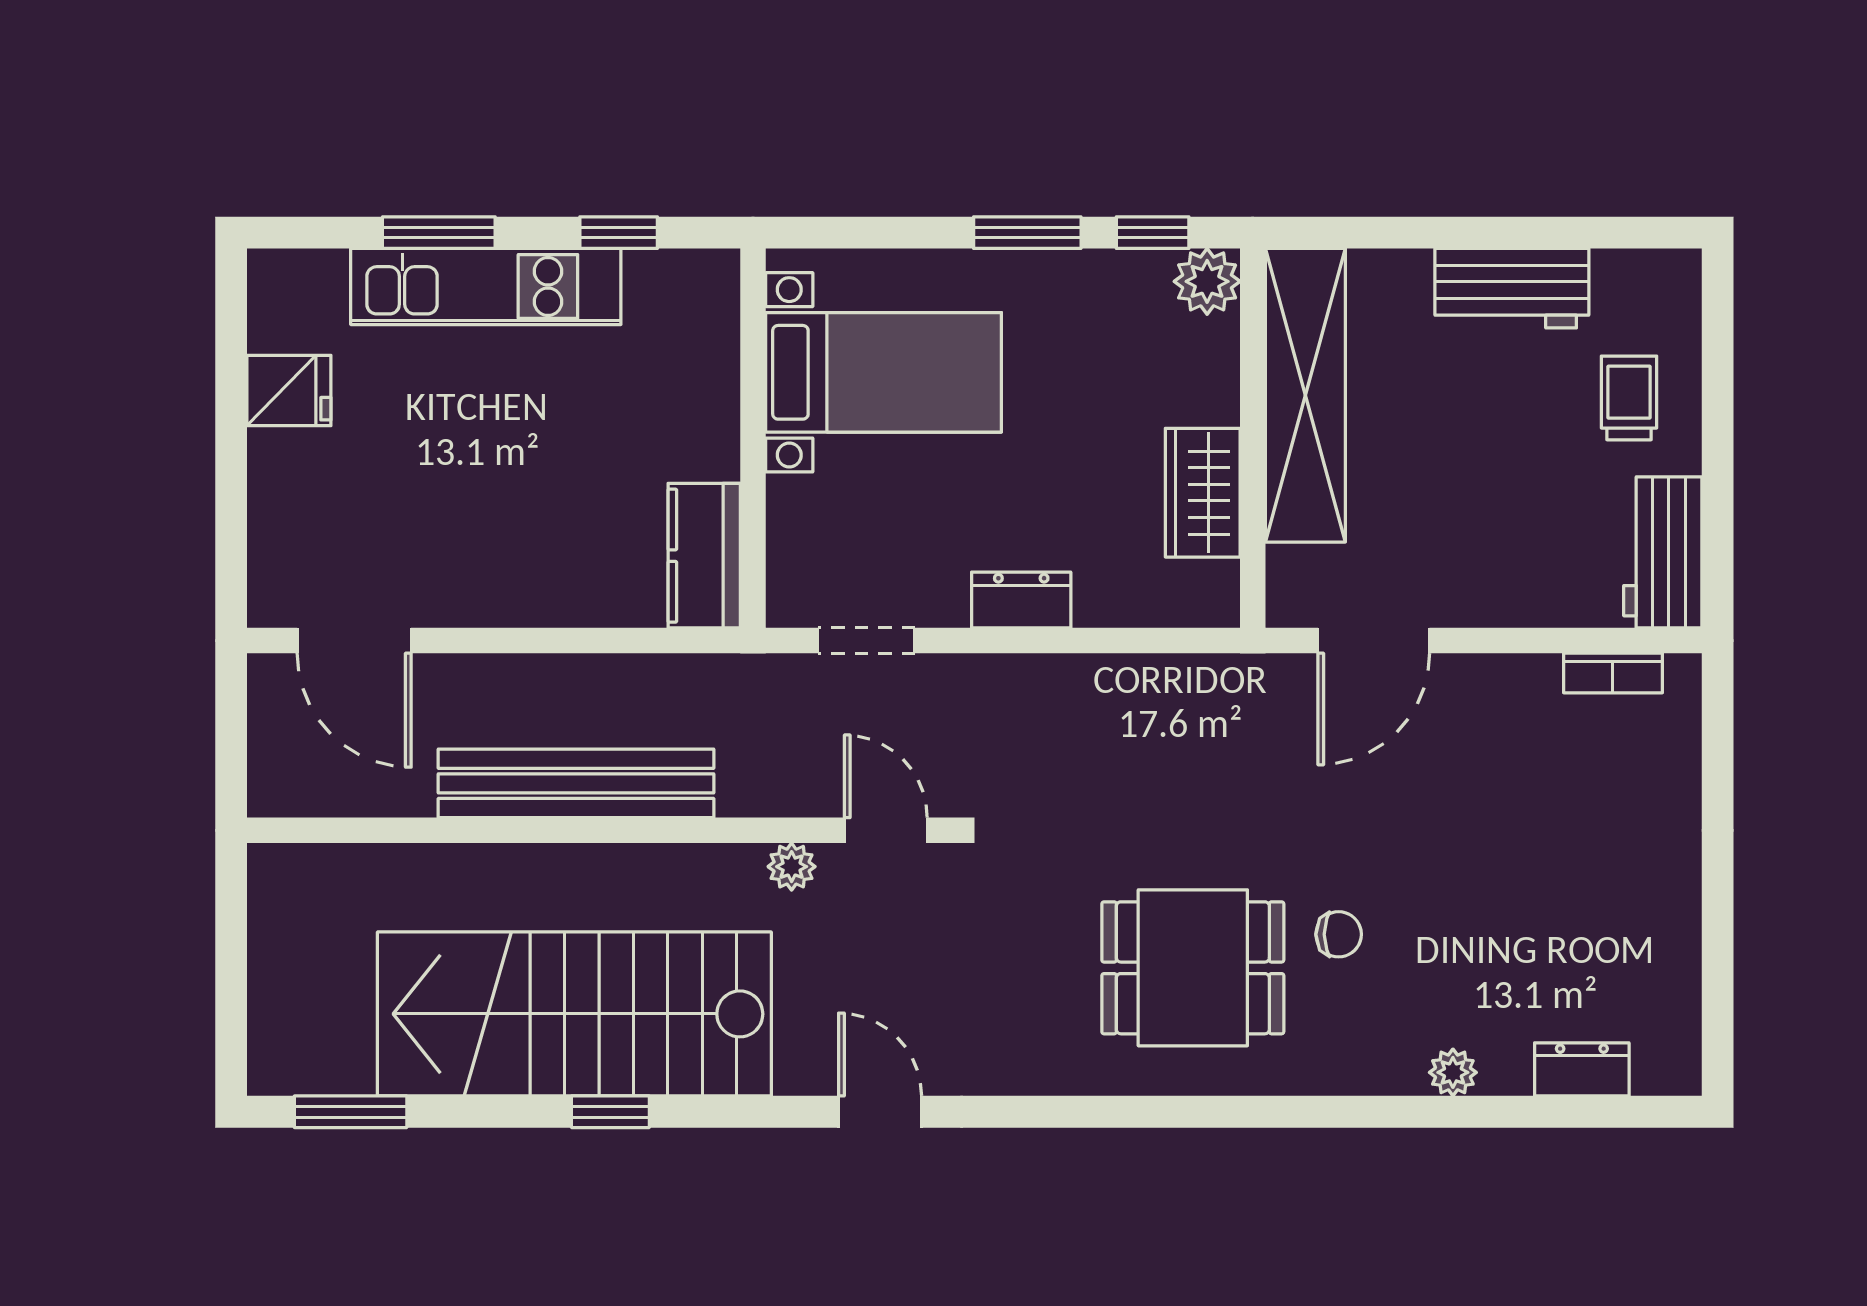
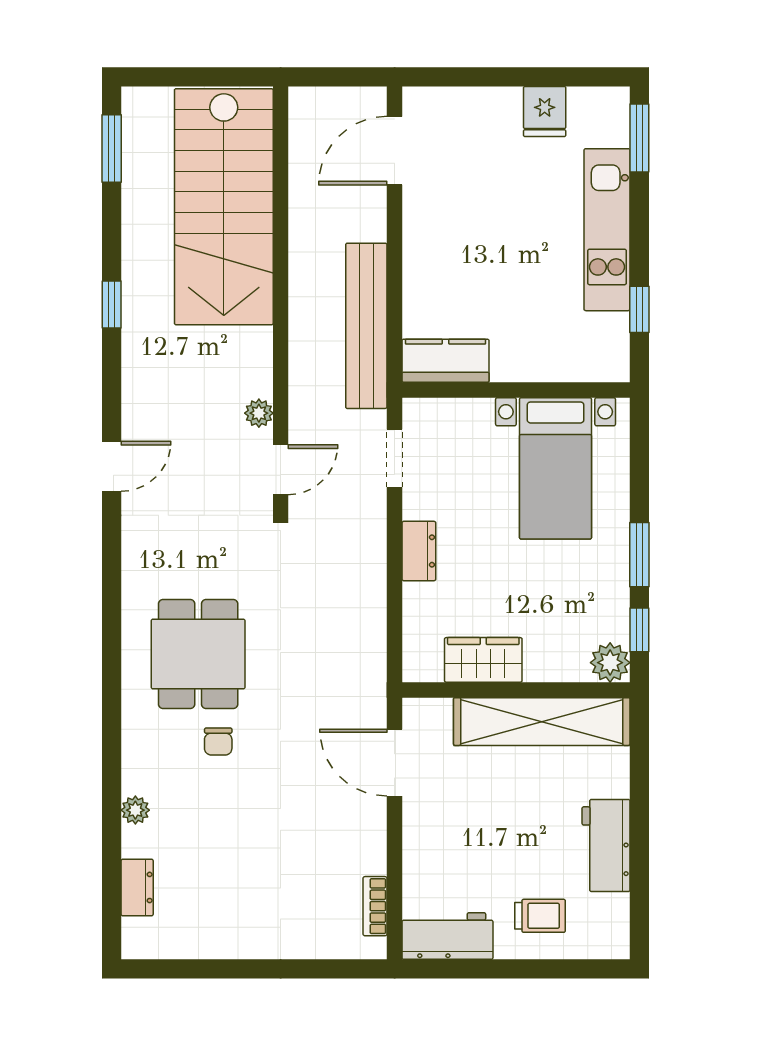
window: (439, 233) -> (639, 138), moved
bench: (576, 783) -> (366, 326), moved
stairs: (574, 1014) -> (224, 207), moved, turned 180

